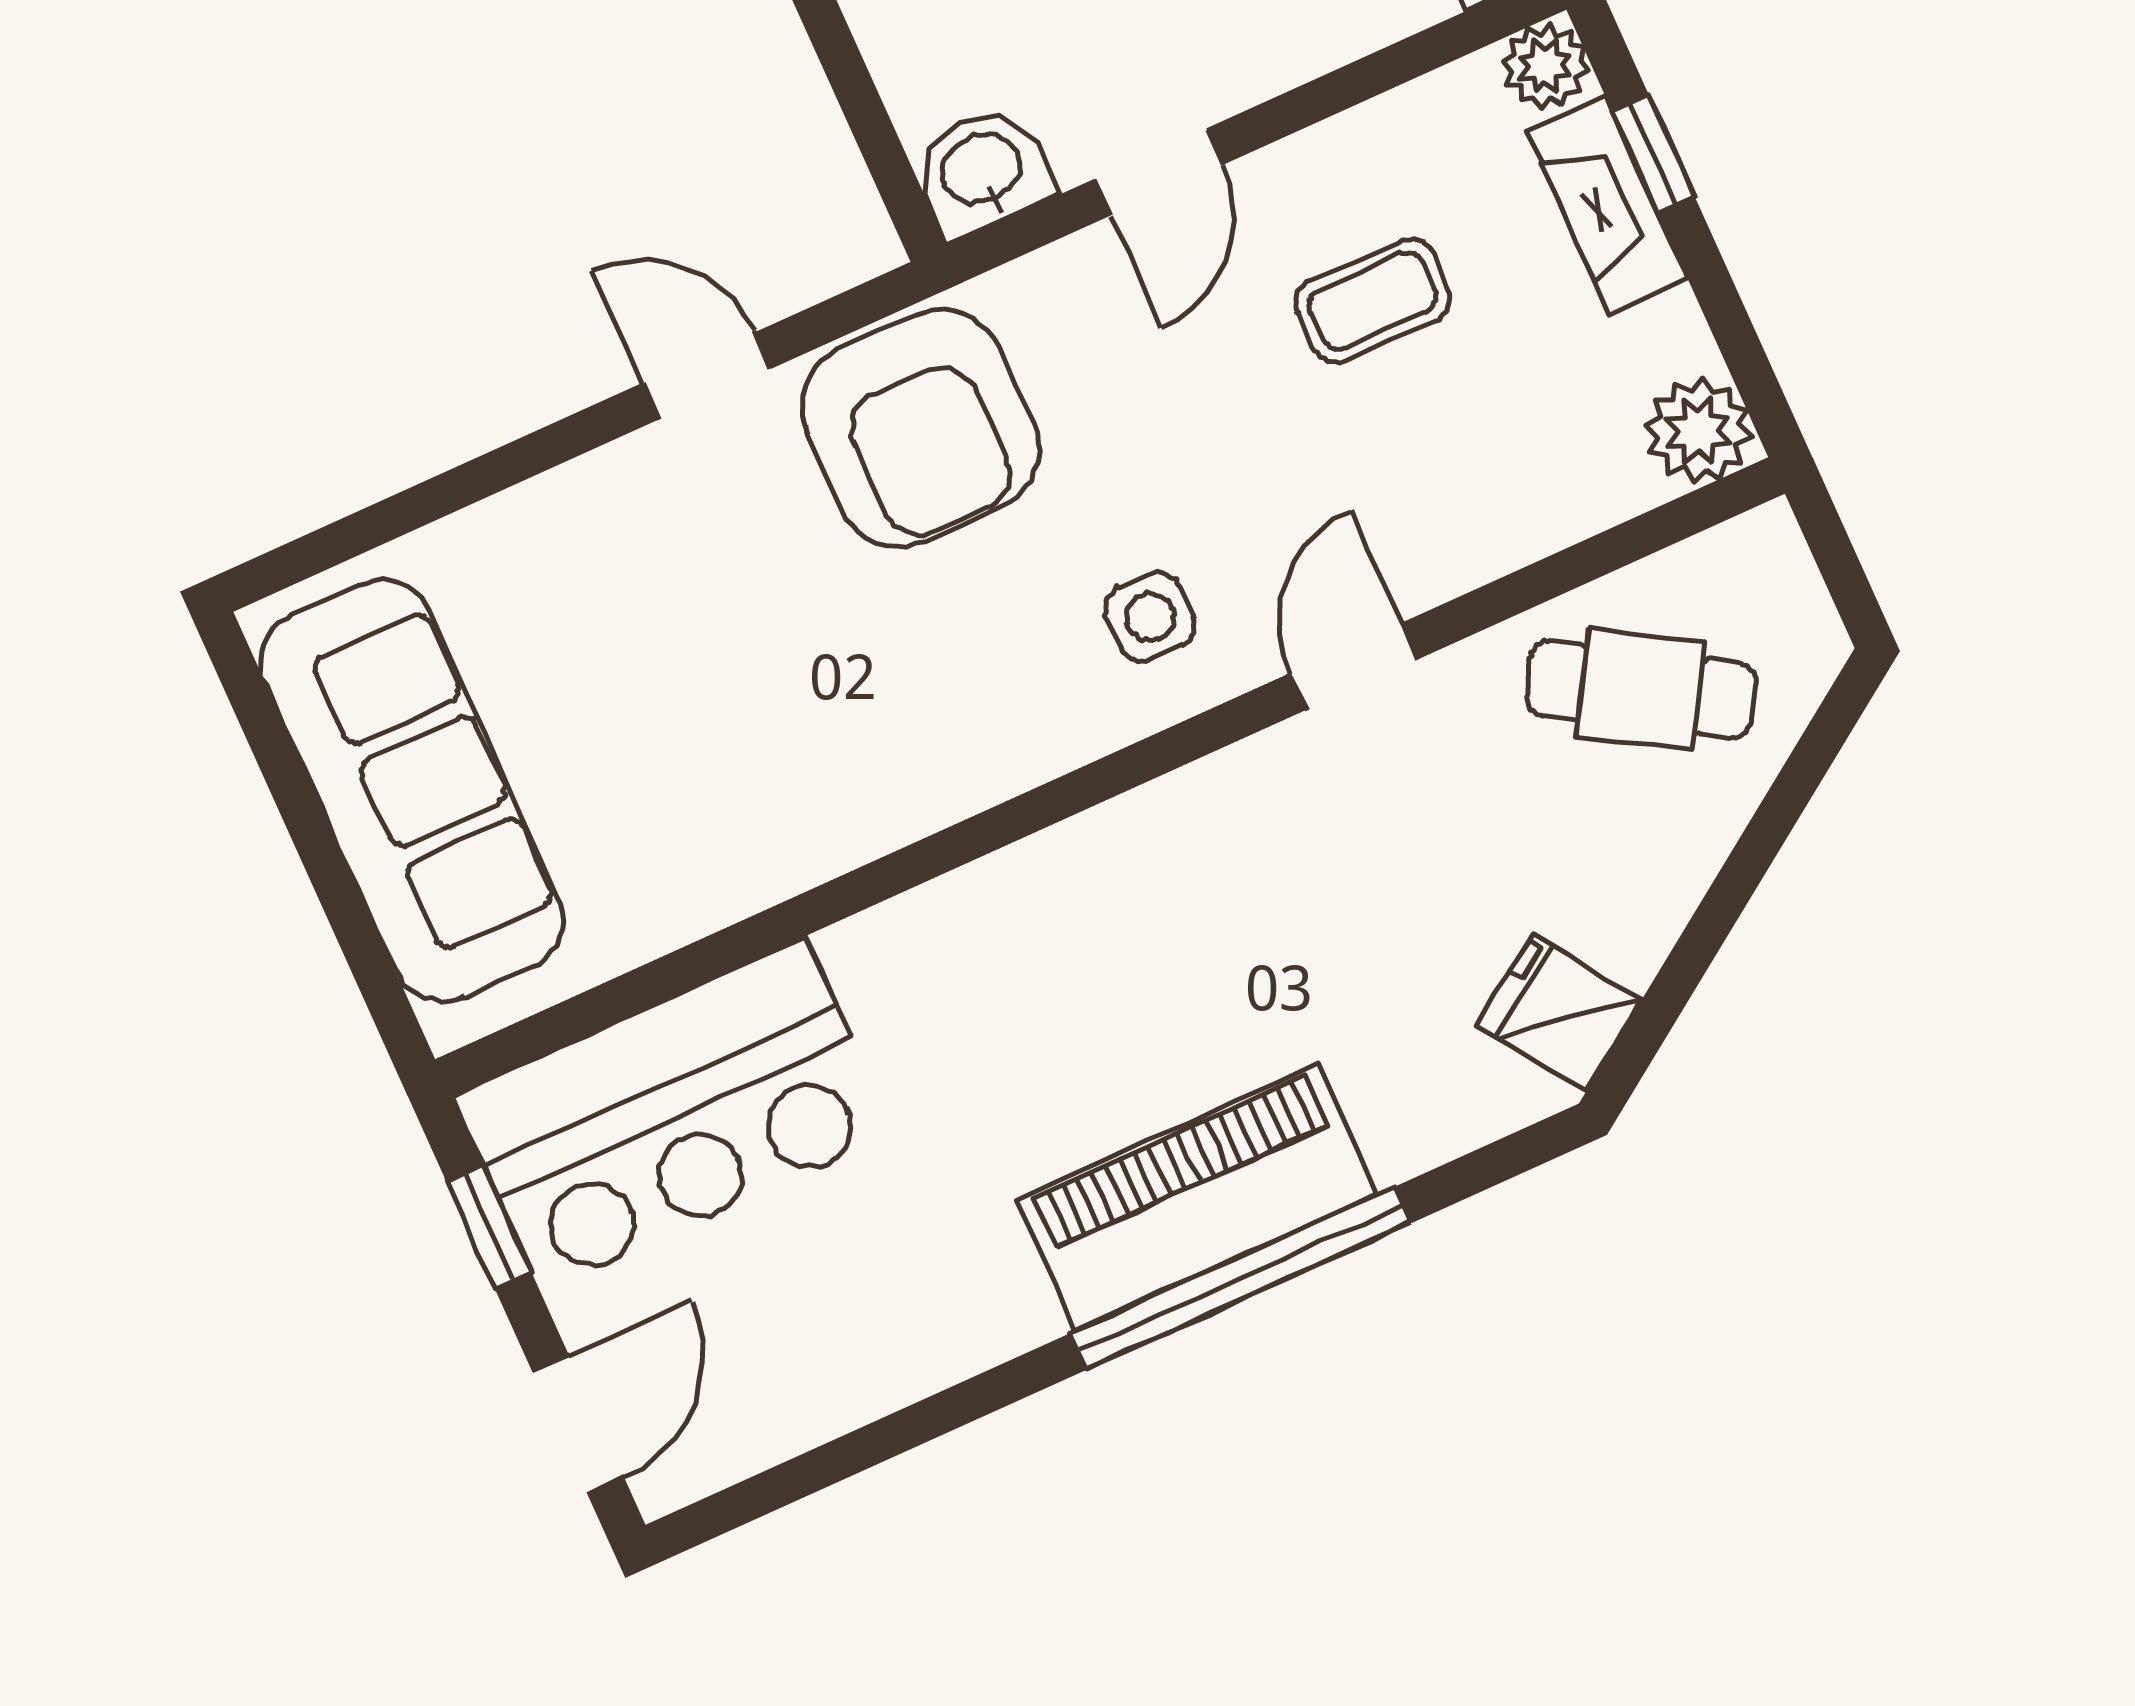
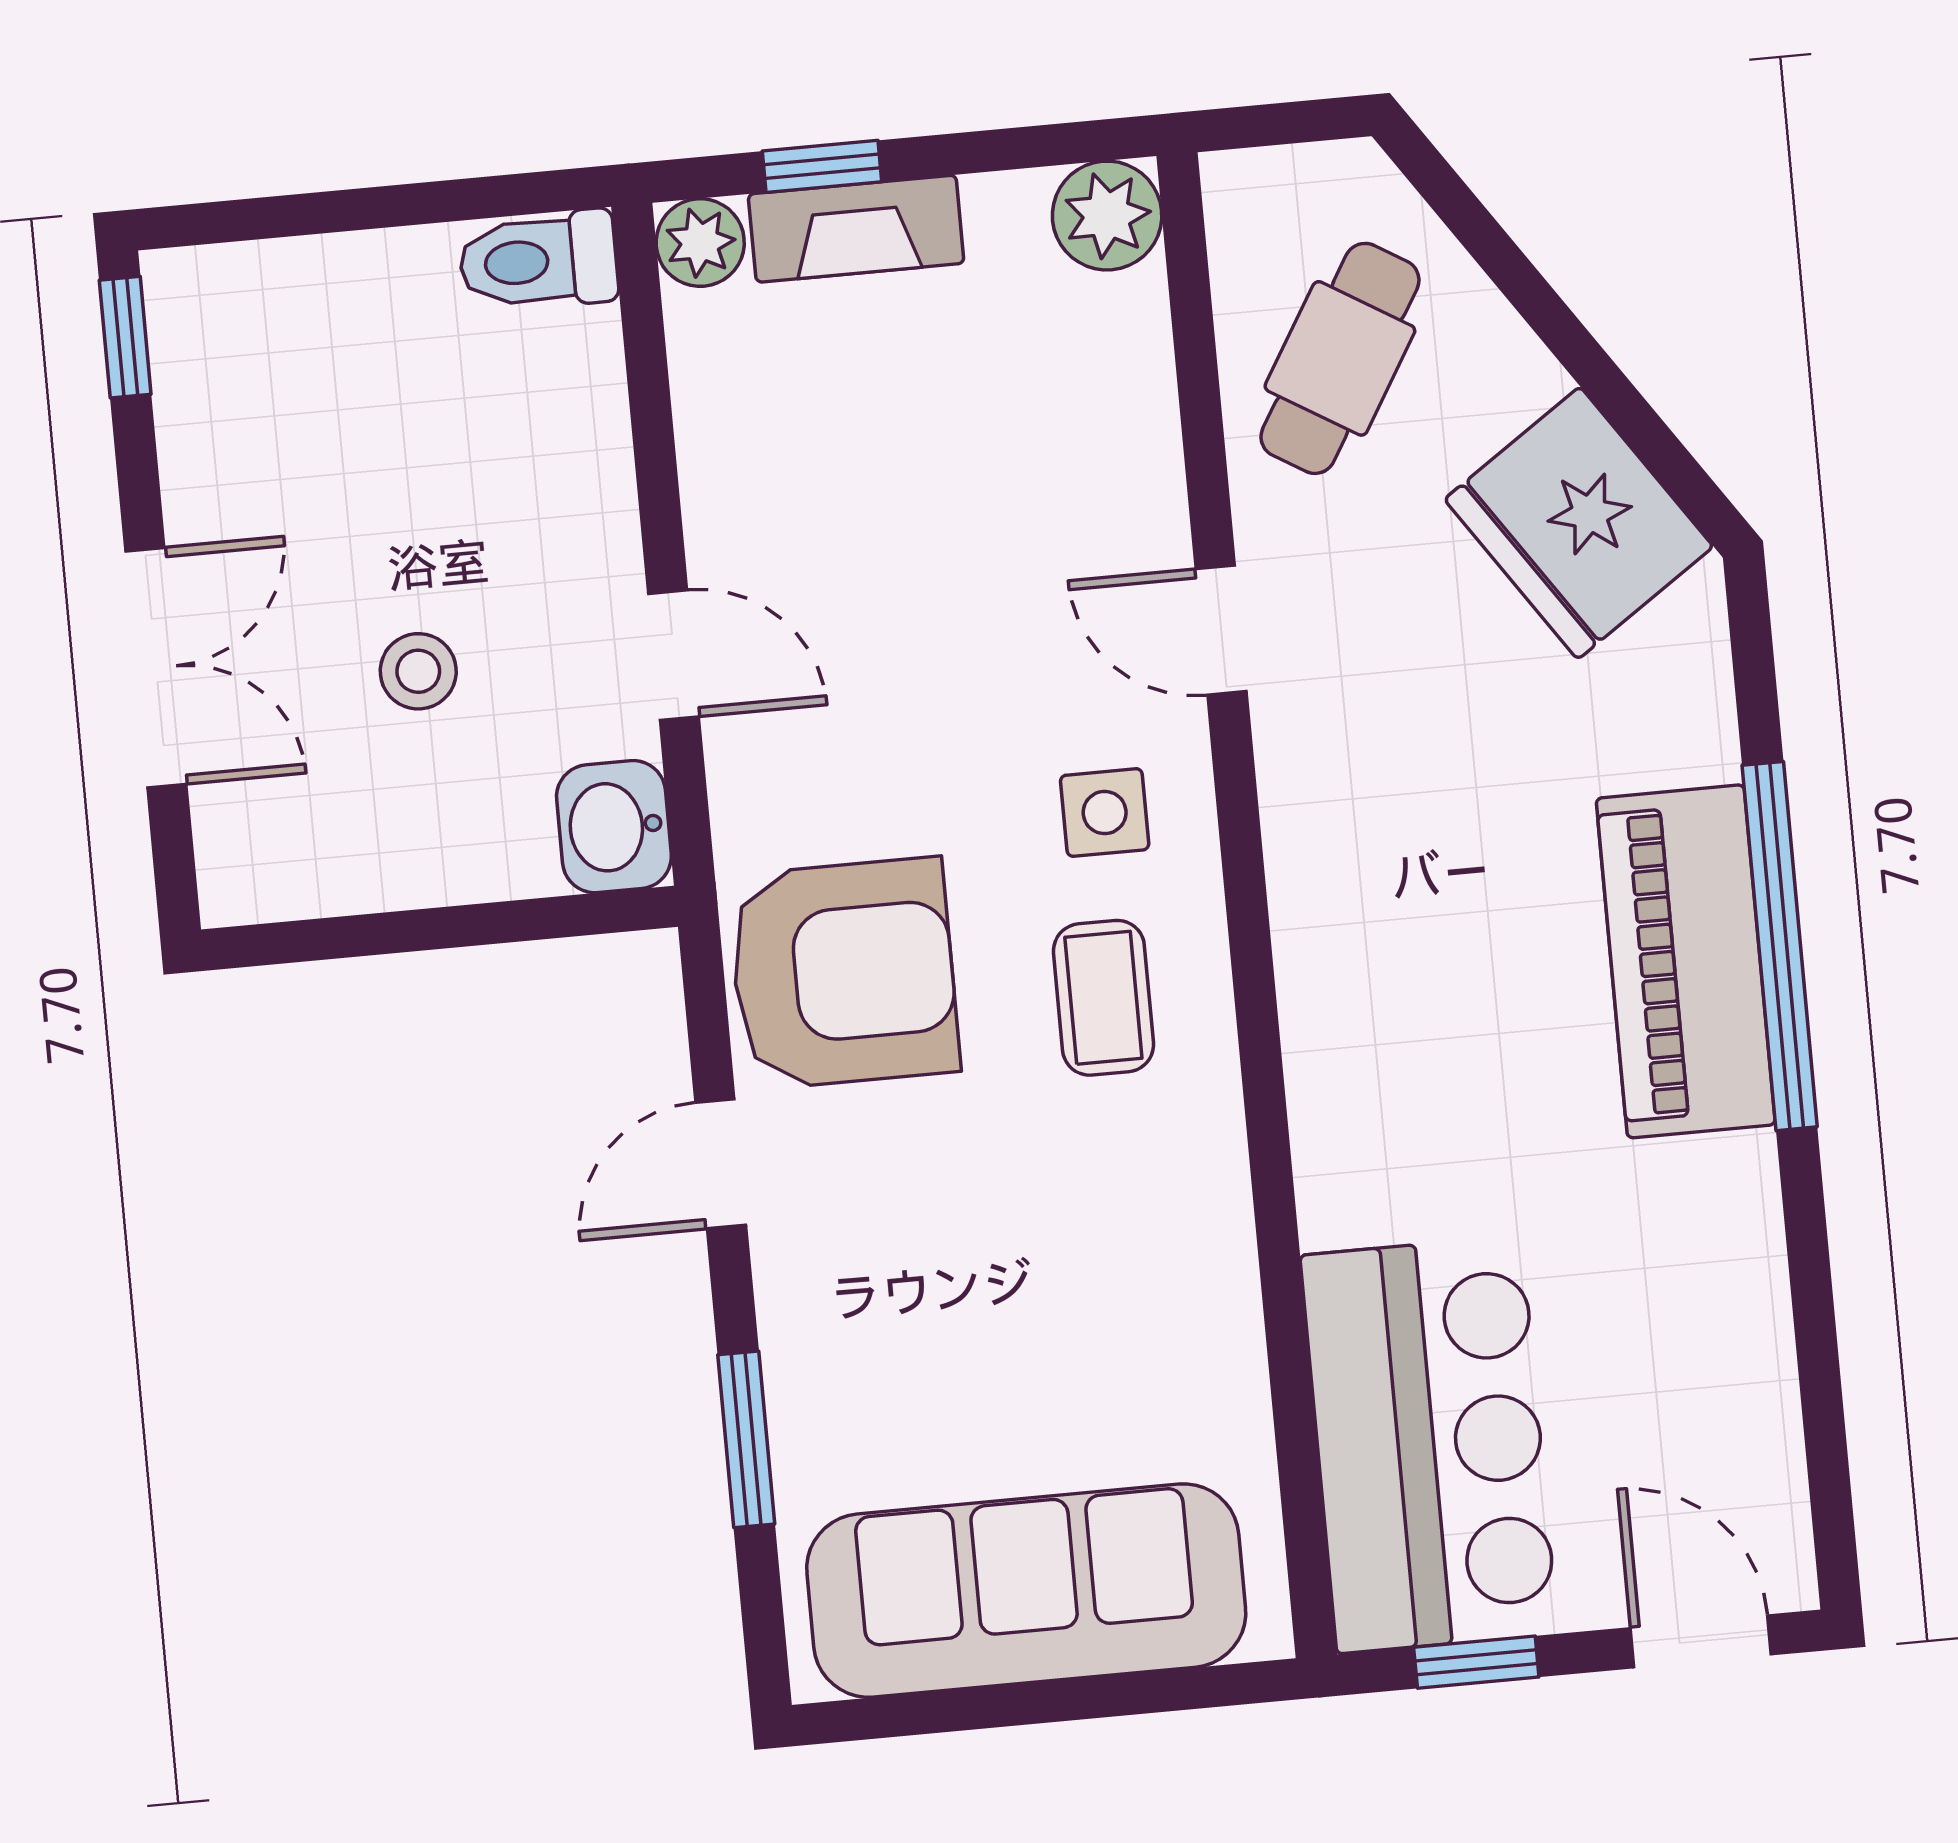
coffee table: (1373, 301) -> (1103, 998), moved
window: (462, 486) -> (746, 1439), added
fridge: (1559, 1012) -> (1579, 523), width x1.88, depth x1.34

